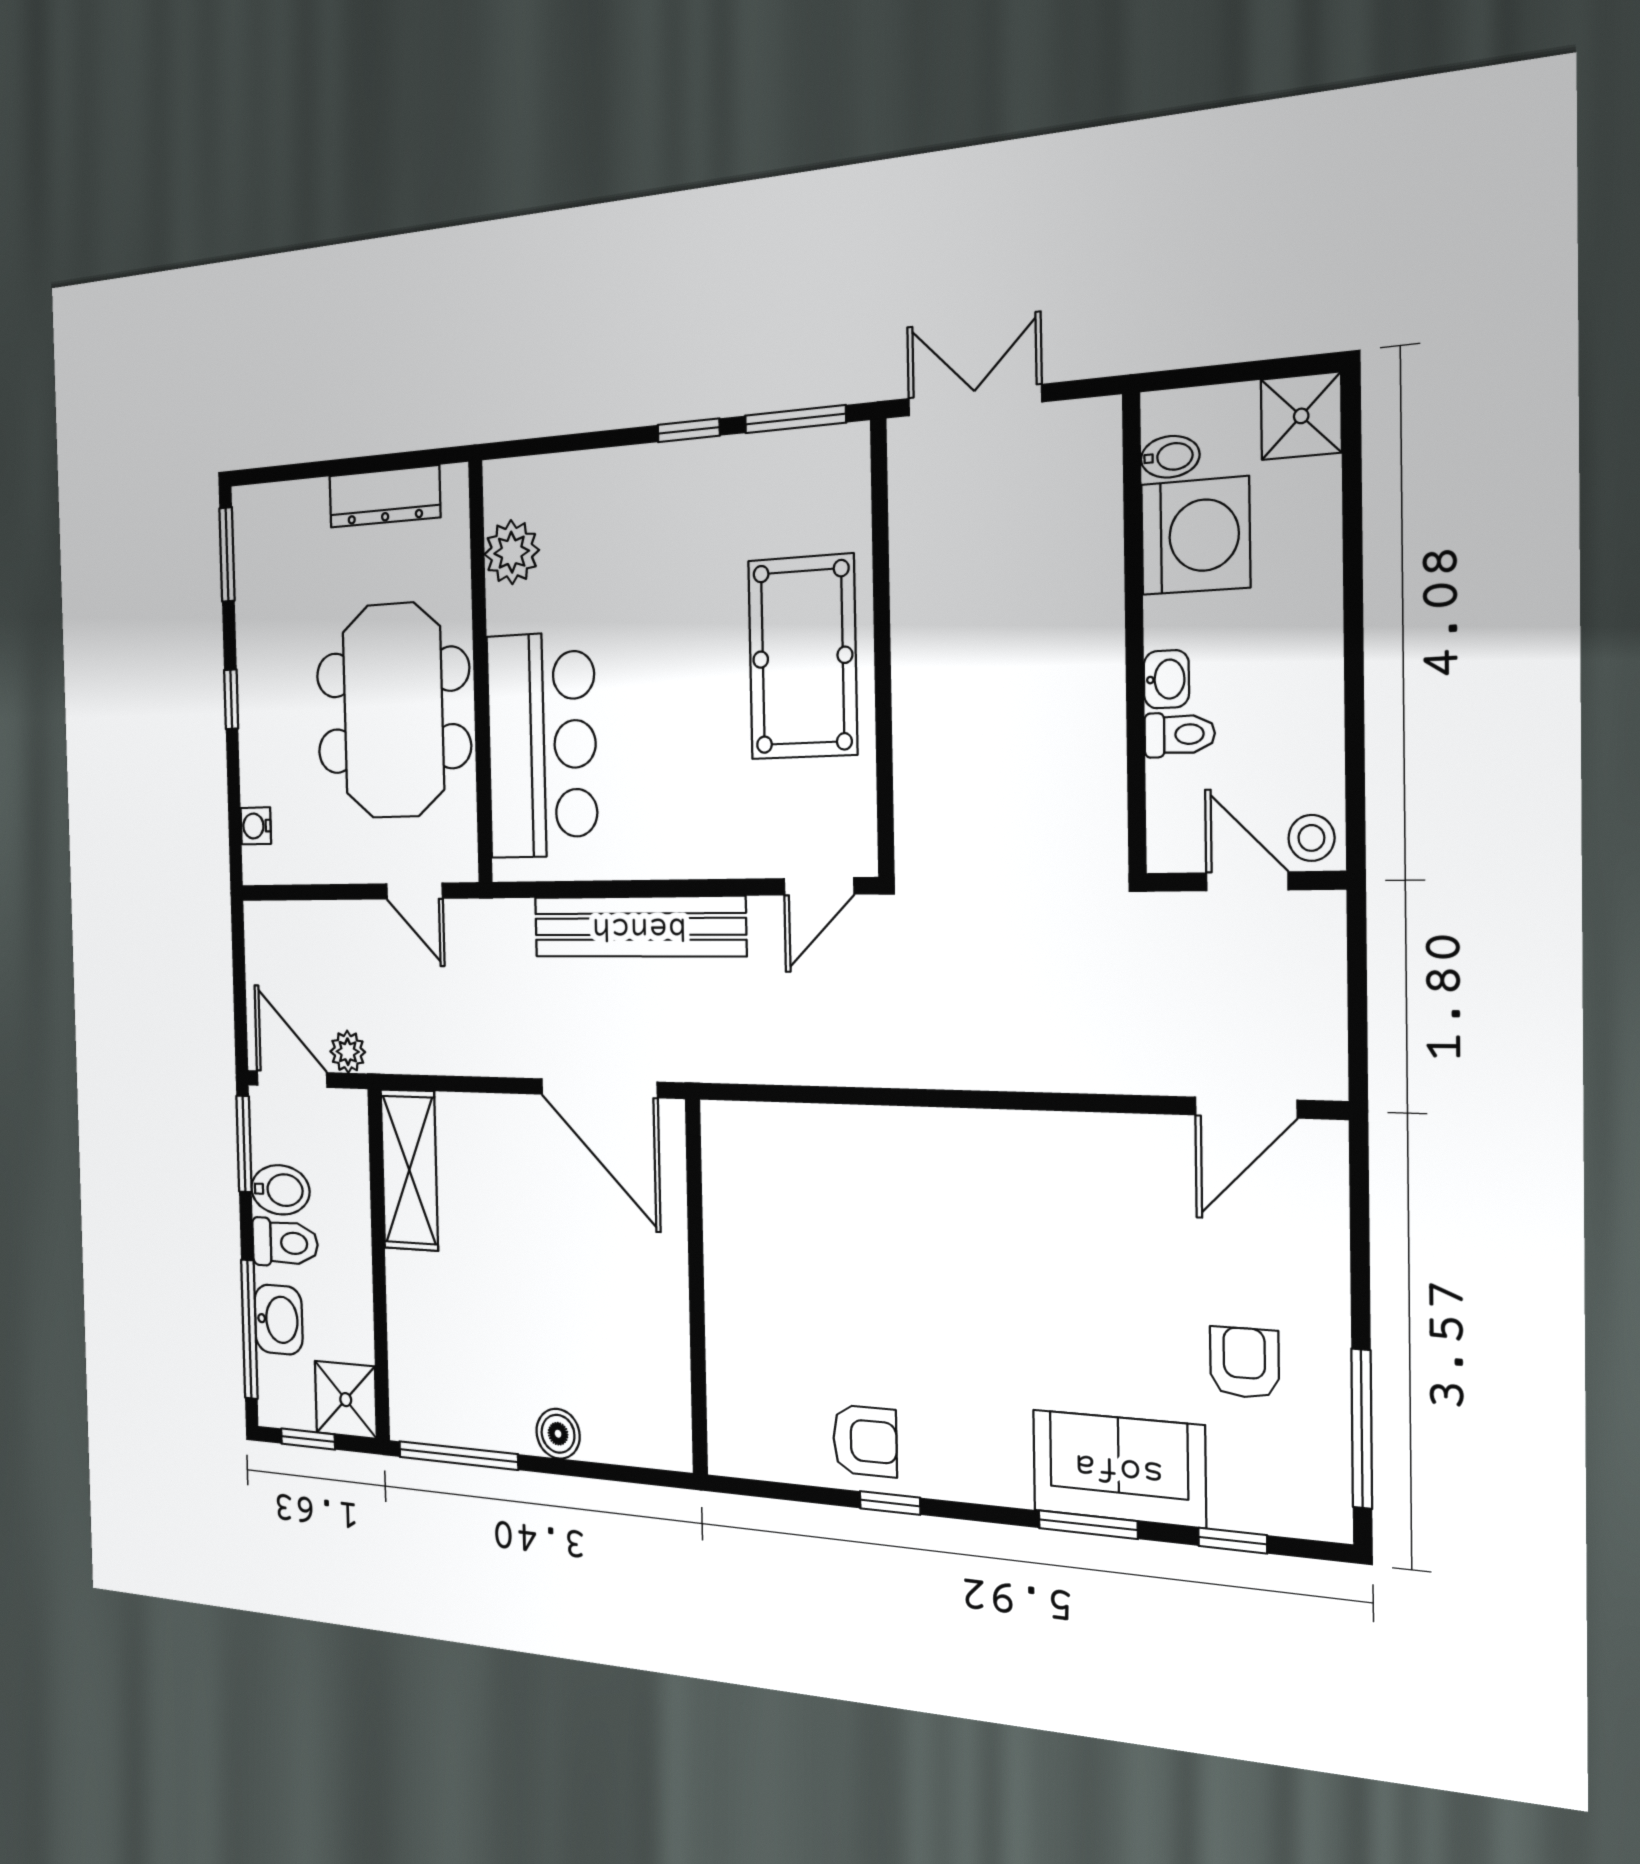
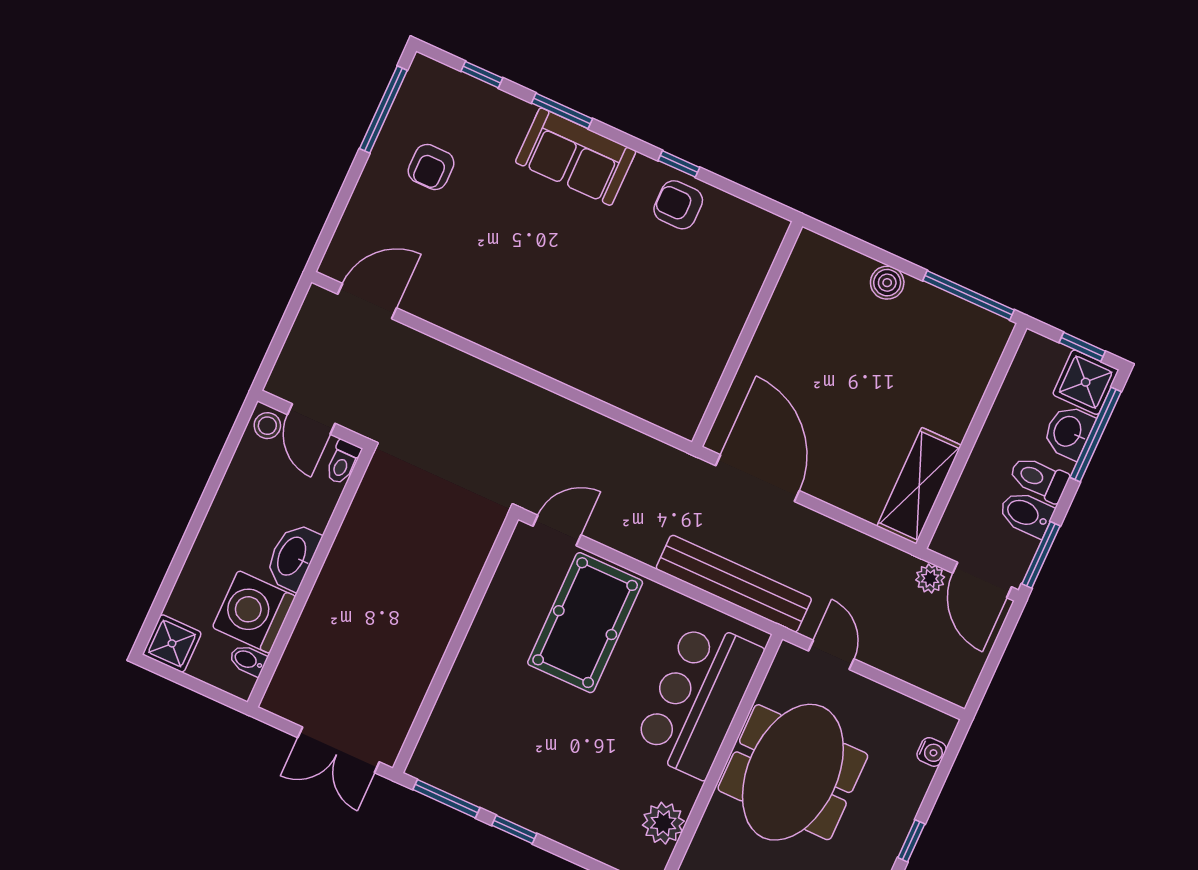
pool table: (802, 657) -> (585, 623), moved
washbasin: (1166, 679) -> (293, 557), width x1.91, depth x1.45
toilet: (1180, 734) -> (343, 462), moved, turned -90
bench: (639, 927) -> (734, 584), moved
shower: (346, 1400) -> (1086, 382), moved
sofa: (1119, 1468) -> (576, 157), moved

